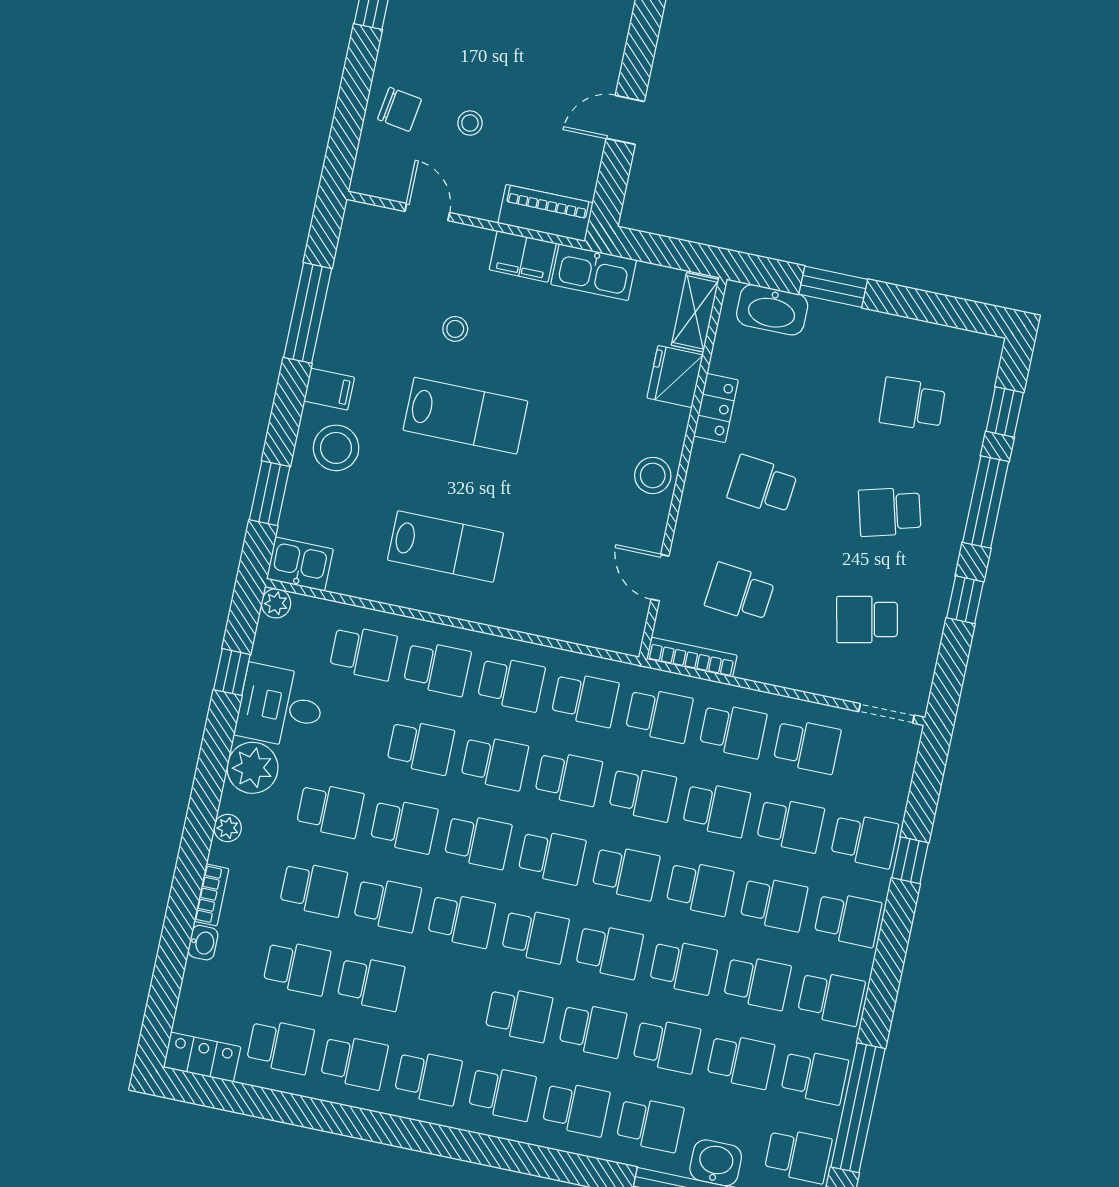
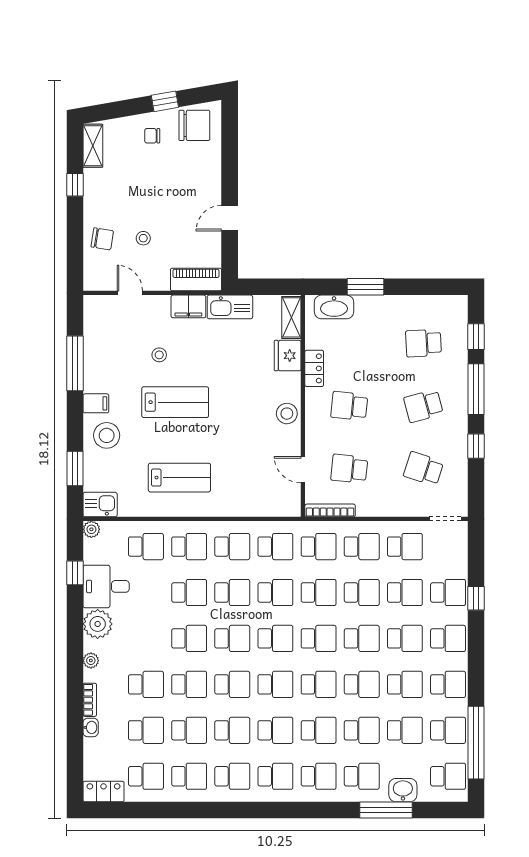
school desk: (867, 619) -> (423, 469), turned 30
school desk: (330, 810) -> (232, 730), moved

